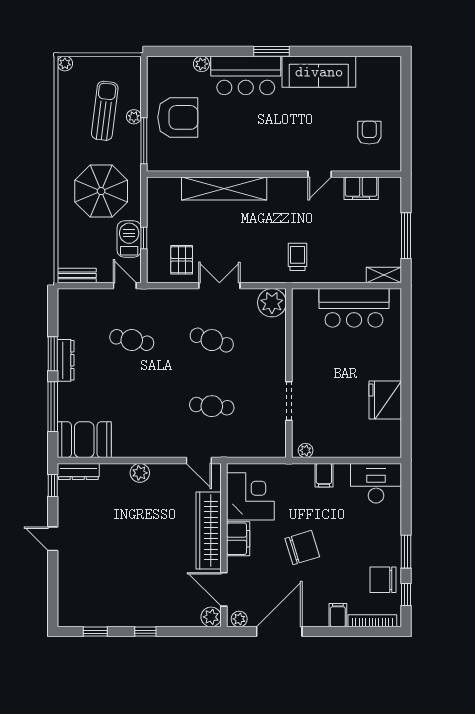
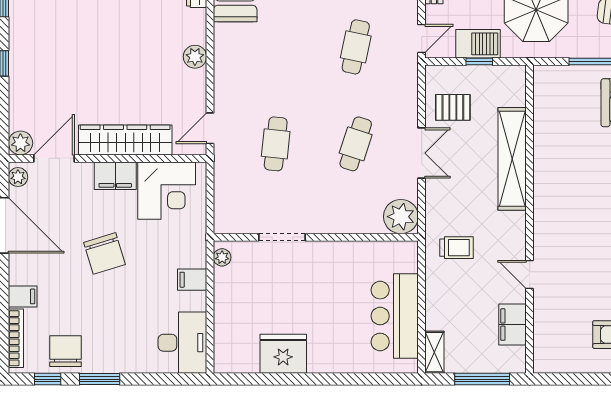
wall: (274, 174) -> (530, 219), moved
door: (320, 174) -> (530, 274), moved
filing cabinet: (361, 188) -> (512, 325), moved
shelving: (224, 189) -> (512, 159), moved

